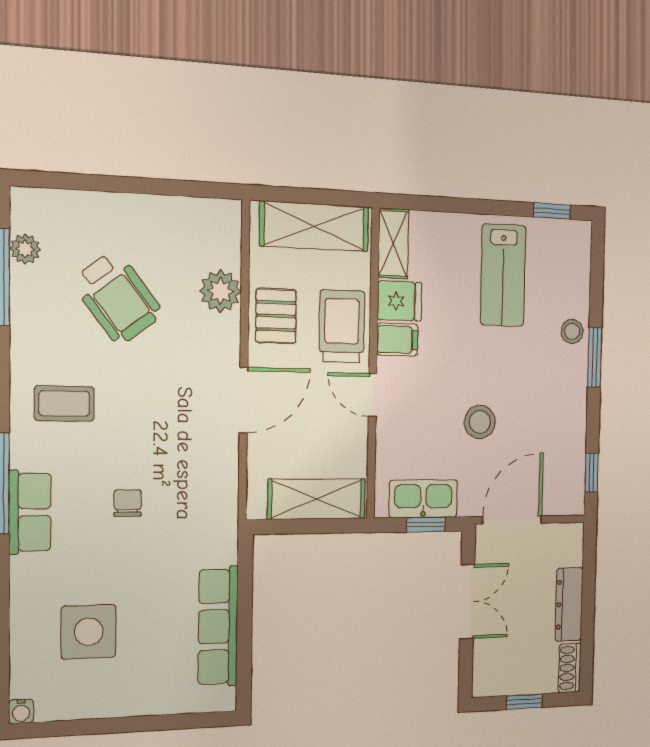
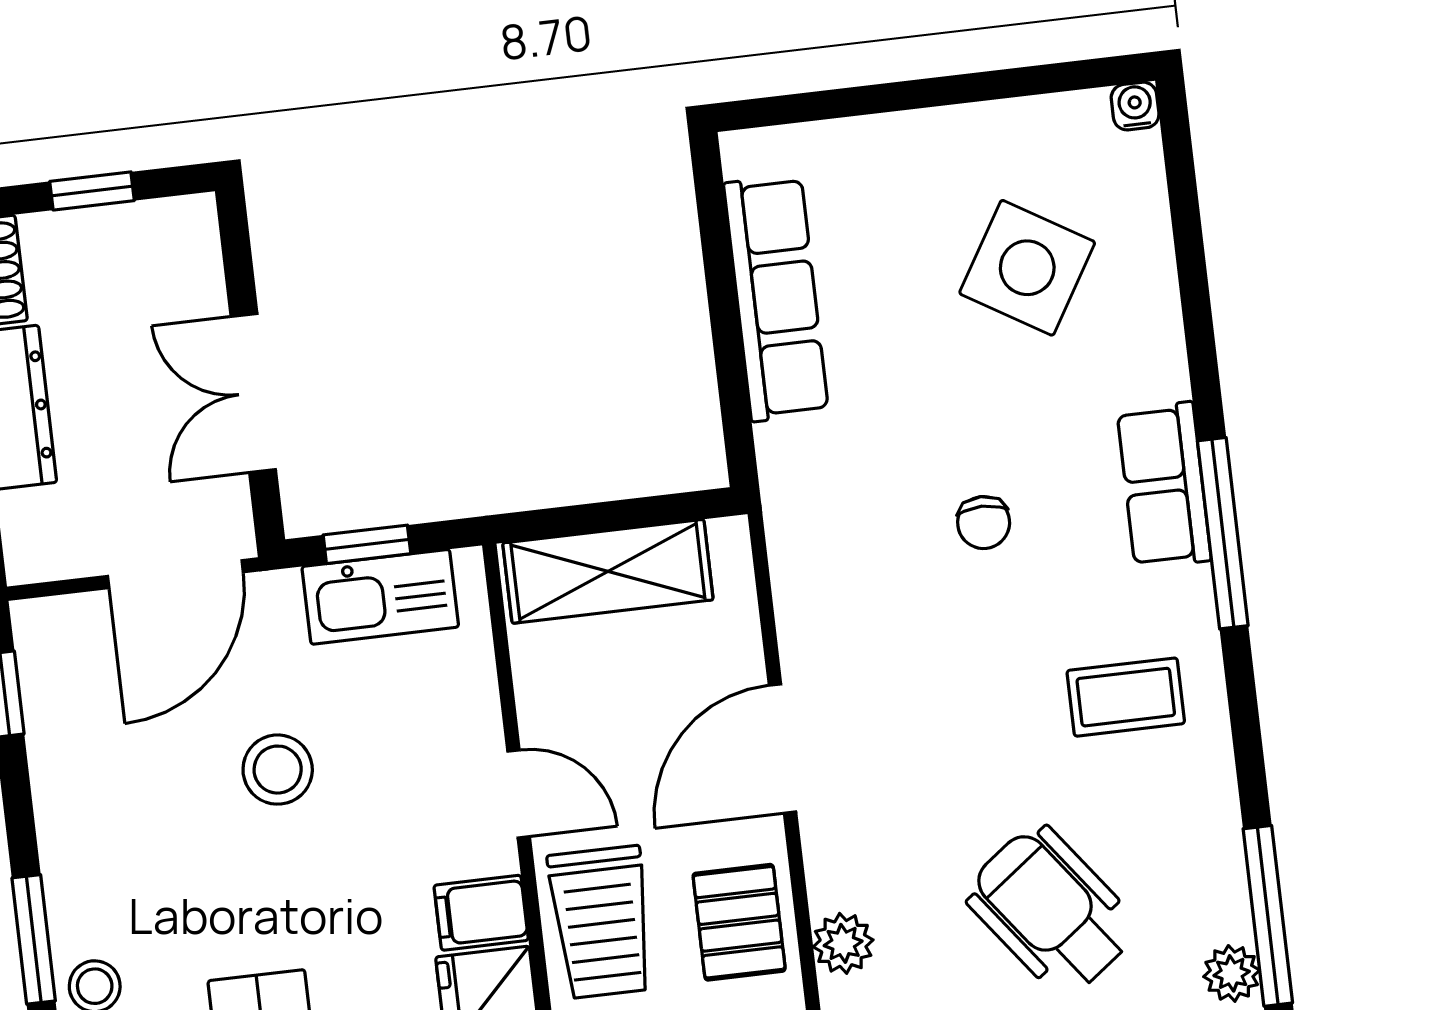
plant: (220, 291) -> (843, 943), width x0.73, depth x0.73
side table: (89, 632) -> (1027, 268), turned 31

